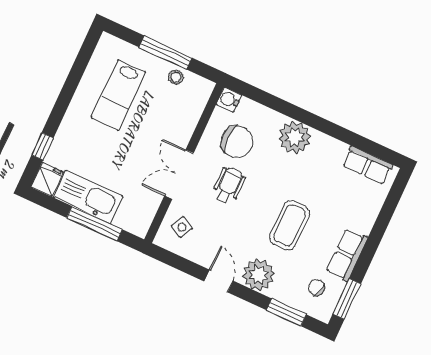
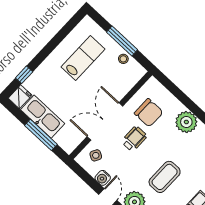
lab bench: (118, 95) -> (83, 58), turned 180
water cooler: (229, 100) -> (103, 178), moved, turned -90
double door: (179, 174) -> (105, 121), width x1.37

